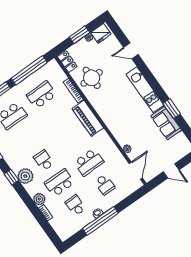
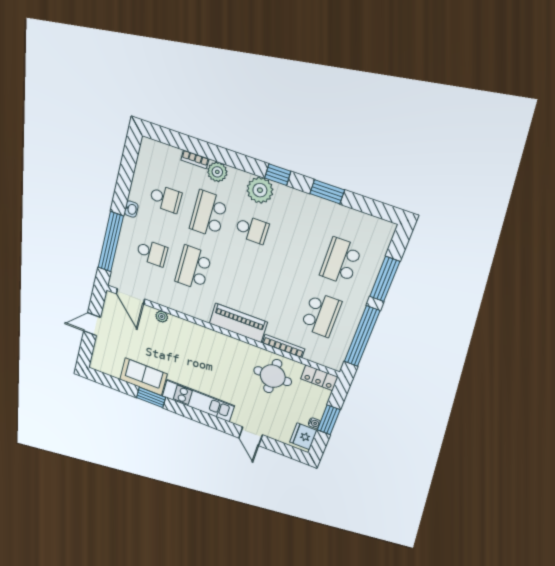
door: (131, 51) -> (251, 436), swing flipped
school desk: (60, 183) -> (208, 214), turned 180
school desk: (105, 185) -> (152, 253), turned 180
window: (100, 221) -> (111, 242), moved

